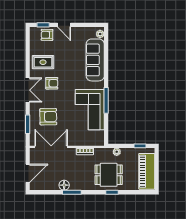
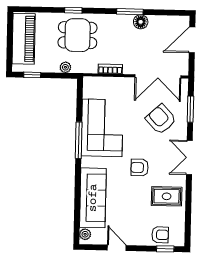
door: (64, 25) -> (117, 248), moved
armchair: (52, 83) -> (140, 168), moved
armchair: (48, 117) -> (161, 119), turned 48

